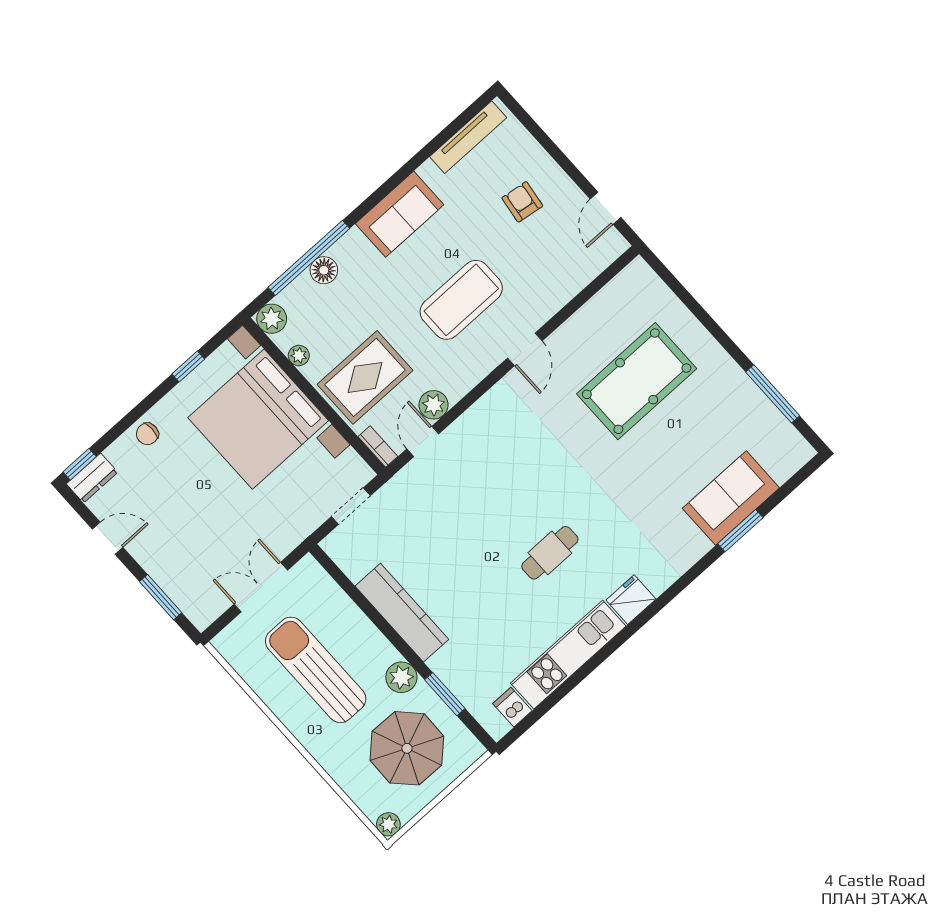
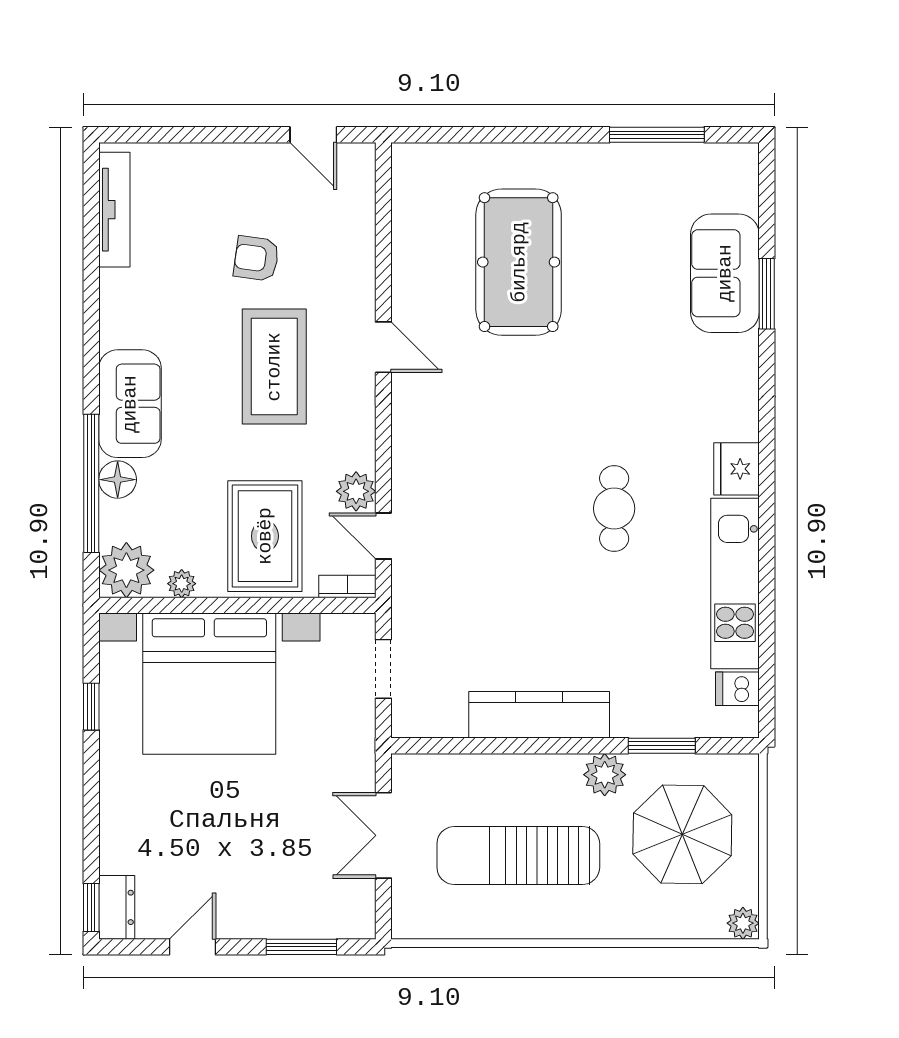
armchair: (522, 202) -> (256, 258), moved
sofa: (400, 214) -> (130, 404), moved
plant: (272, 319) -> (126, 570), width x1.36, depth x1.36
chair: (147, 434) -> (122, 810), removed

